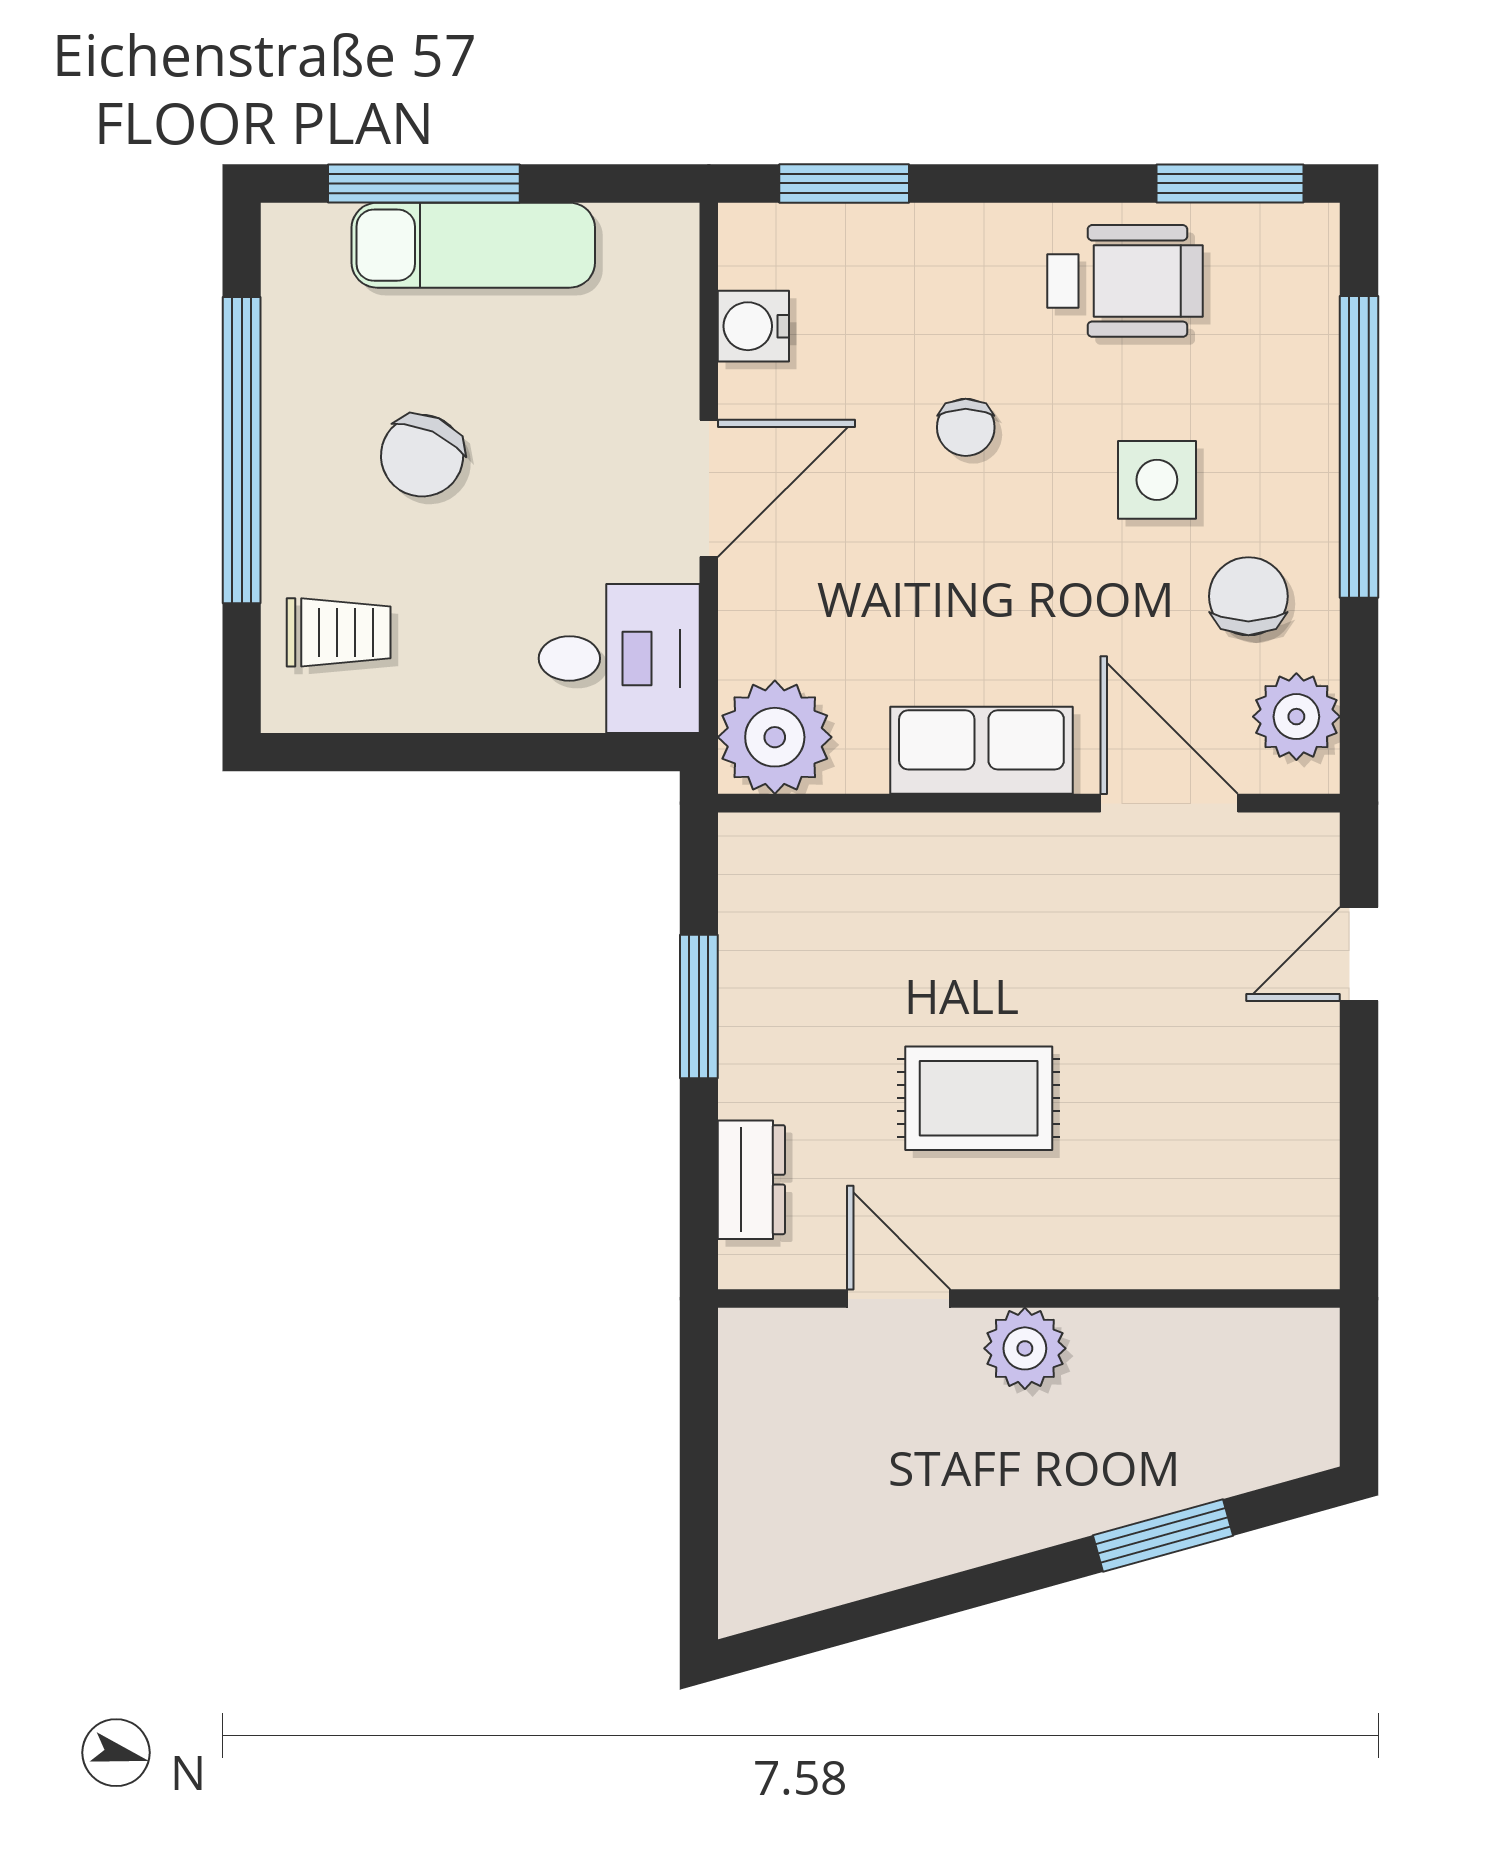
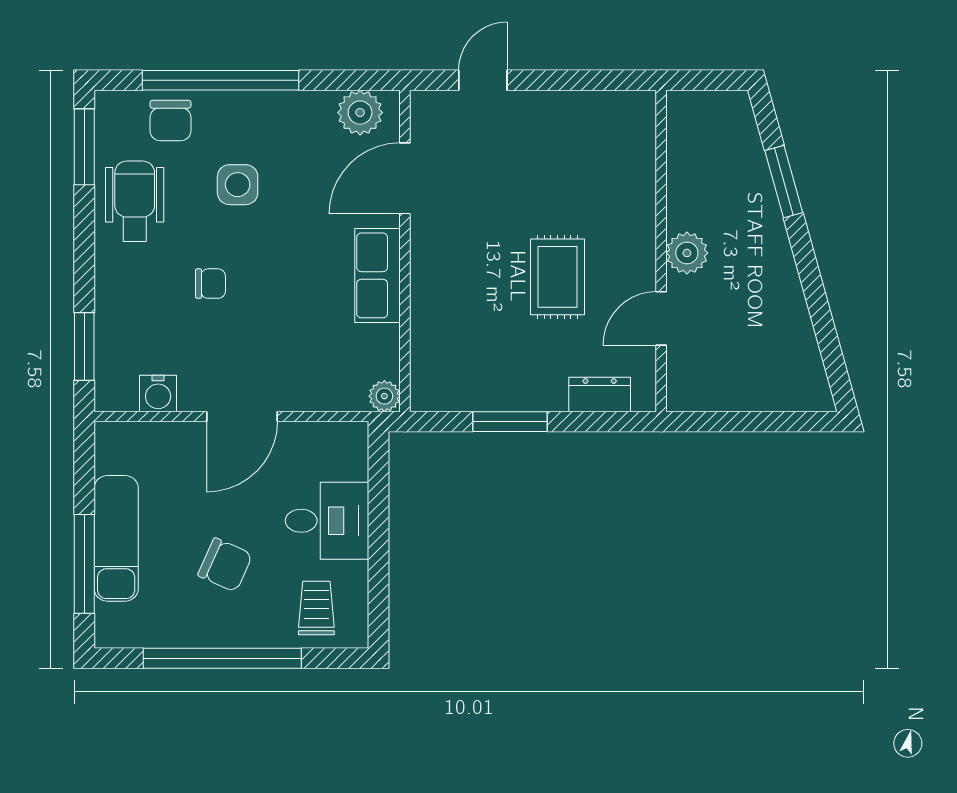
door: (709, 488) -> (242, 416), swing flipped
chair: (1248, 596) -> (170, 120), moved, turned -90
desk: (619, 658) -> (327, 521), moved, turned 90
plant: (775, 737) -> (384, 396), width x0.53, depth x0.53
door: (1359, 954) -> (483, 80), swing flipped

